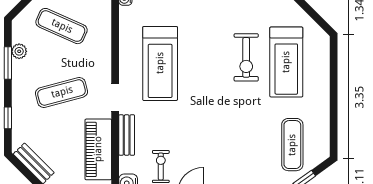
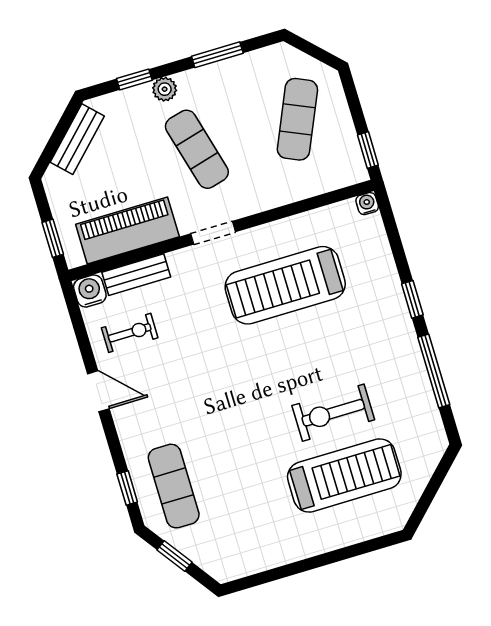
plant: (19, 51) -> (165, 89), moved
treadmill: (286, 62) -> (344, 475), turned 180
bench: (127, 135) -> (136, 275), moved
exercise mat: (292, 145) -> (174, 486), moved, turned 90

